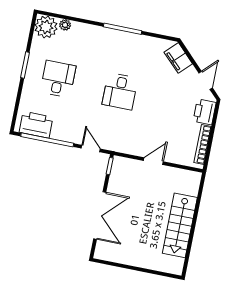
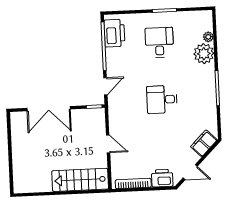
plant: (46, 27) -> (204, 54), moved
desk: (58, 79) -> (159, 42), turned -90
stairs: (180, 225) -> (80, 180), moved

